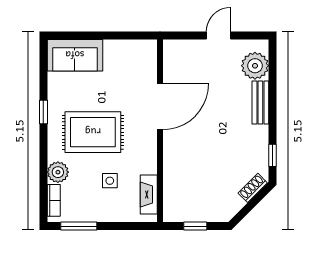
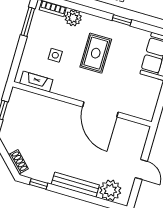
bench: (260, 103) -> (75, 185), width x1.36
rug: (93, 132) -> (96, 53), width x0.73, depth x0.70

